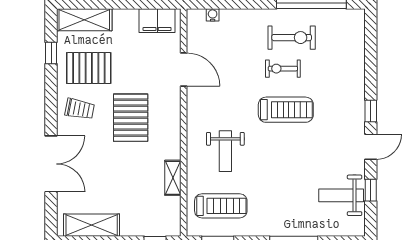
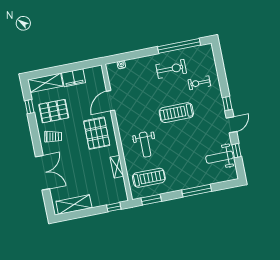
filing cabinet: (157, 21) -> (73, 78), moved
door: (184, 69) -> (111, 101), swing flipped
exercise bike: (283, 69) -> (199, 83), moved
treadmill: (286, 110) -> (176, 113), turned 180
pallet: (131, 118) -> (97, 133), moved

